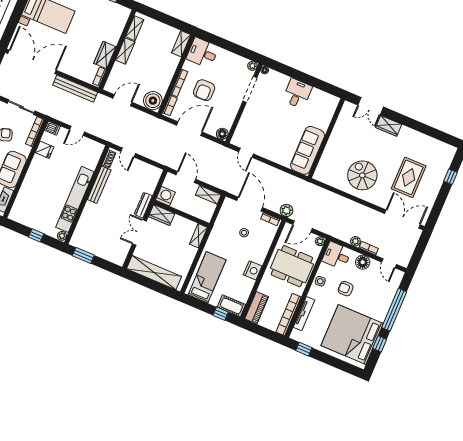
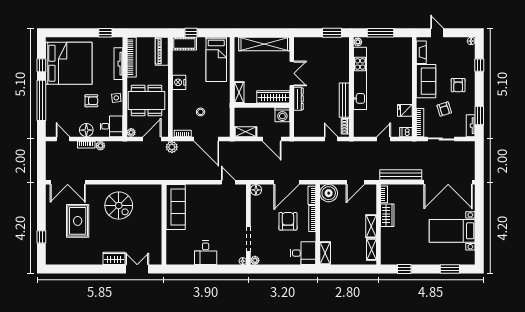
wardrobe: (162, 215) -> (273, 97), width x1.50
window: (36, 235) -> (380, 33), width x2.17

